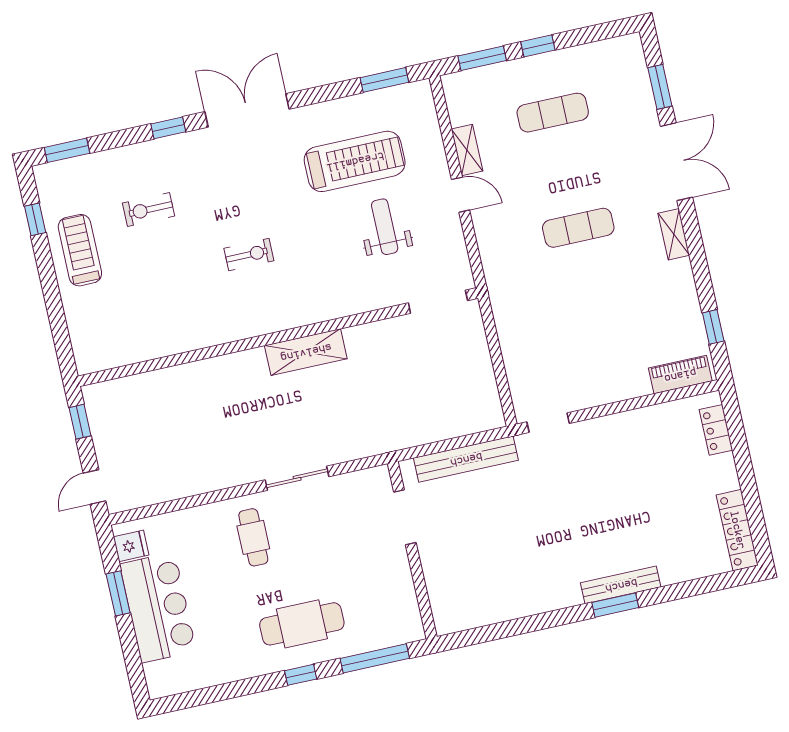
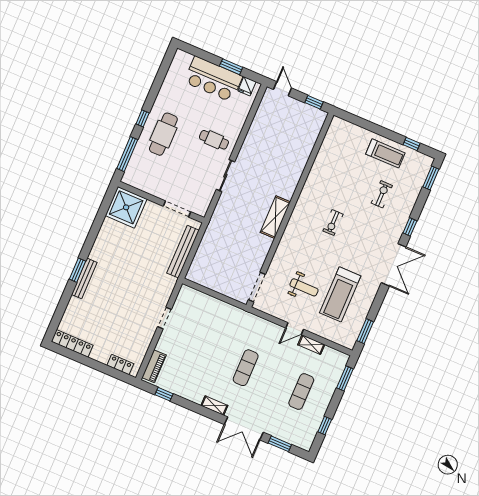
window: (538, 46) -> (325, 426), moved
doorway: (548, 423) -> (164, 318), moved
shower: (460, 600) -> (126, 207), added

